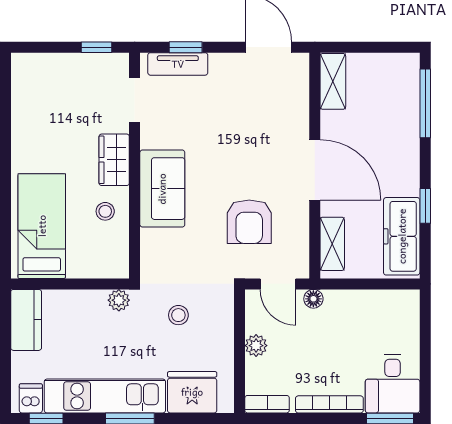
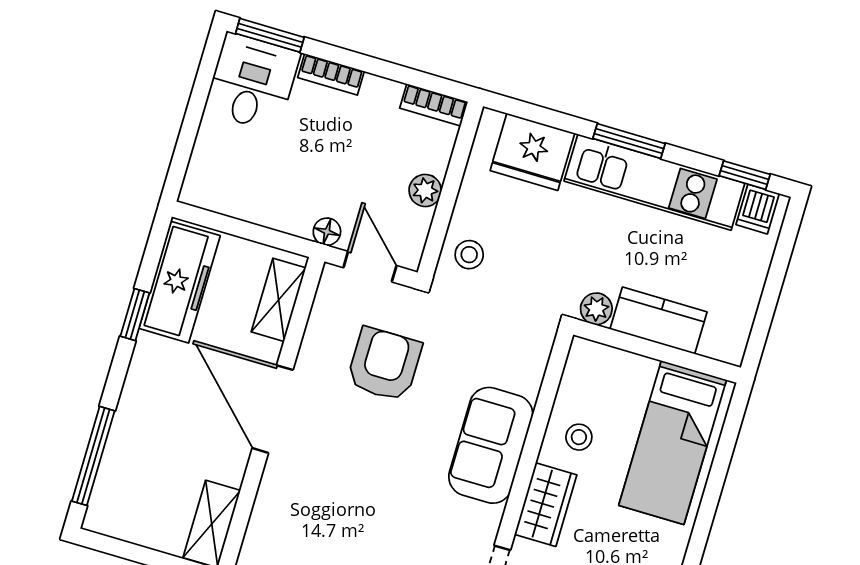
stool: (178, 315) -> (469, 255), moved
kitchen counter: (26, 320) -> (658, 321), moved, turned 90
bookcase: (329, 404) -> (331, 74), width x0.64

